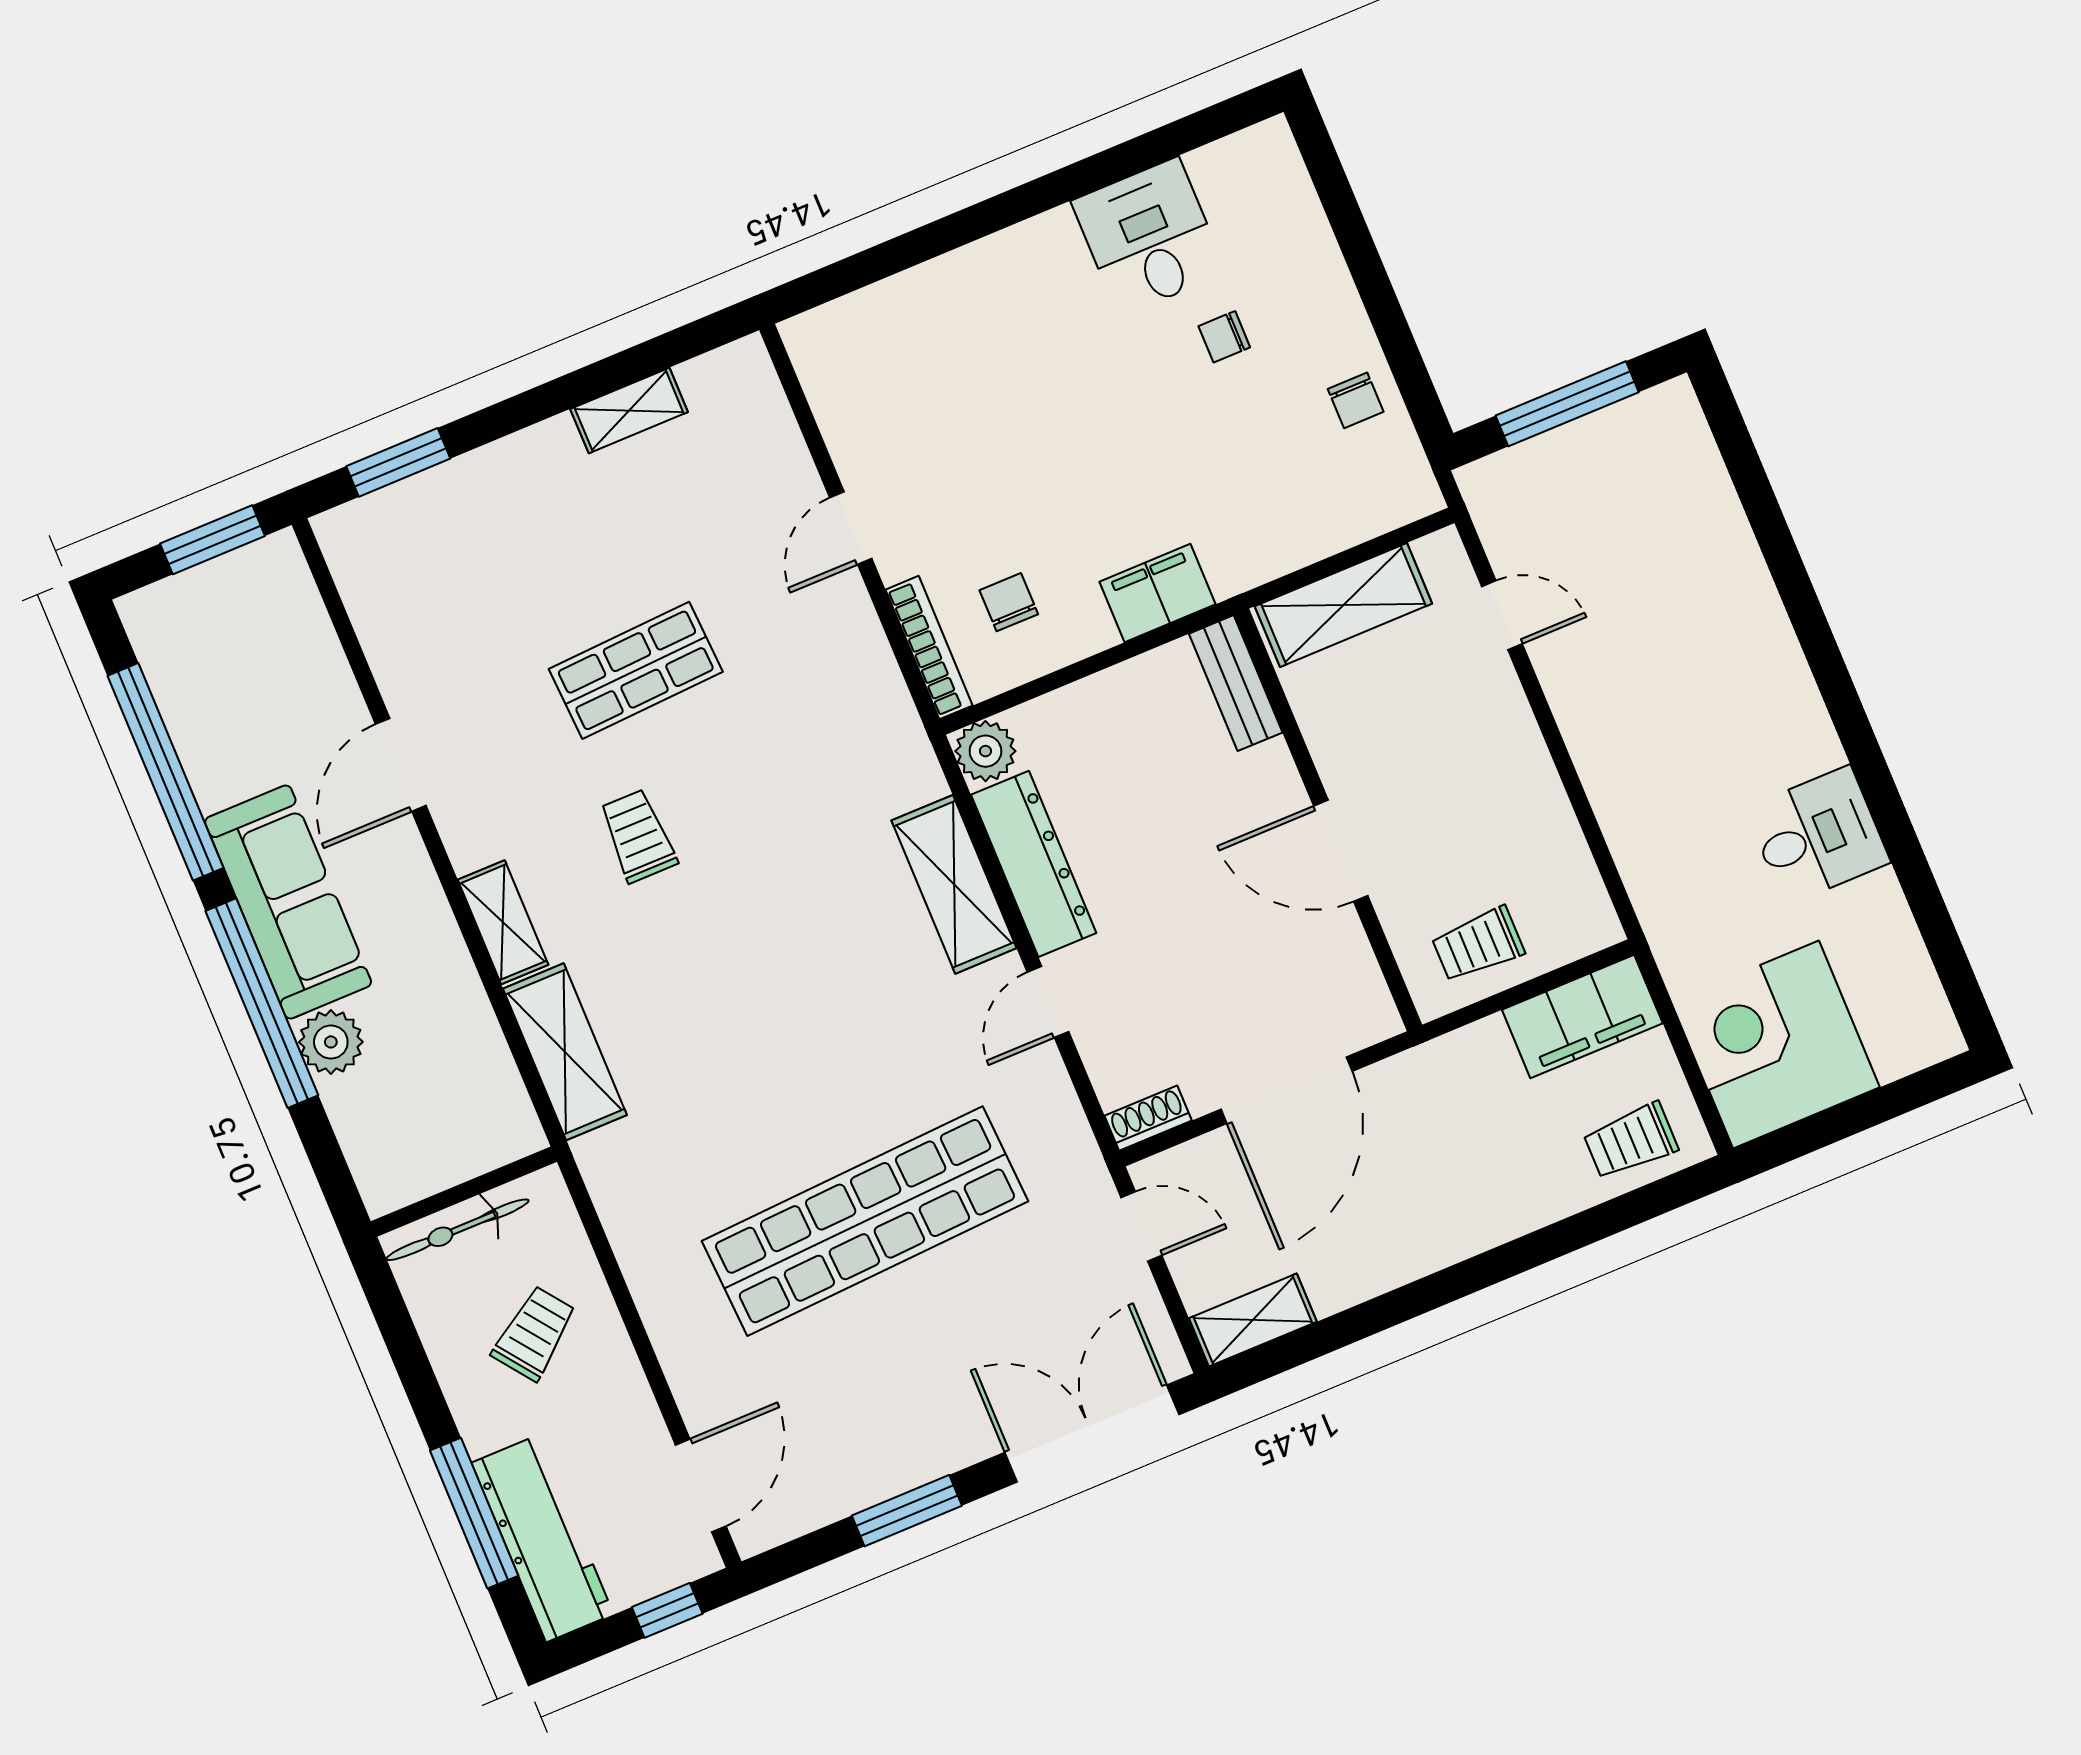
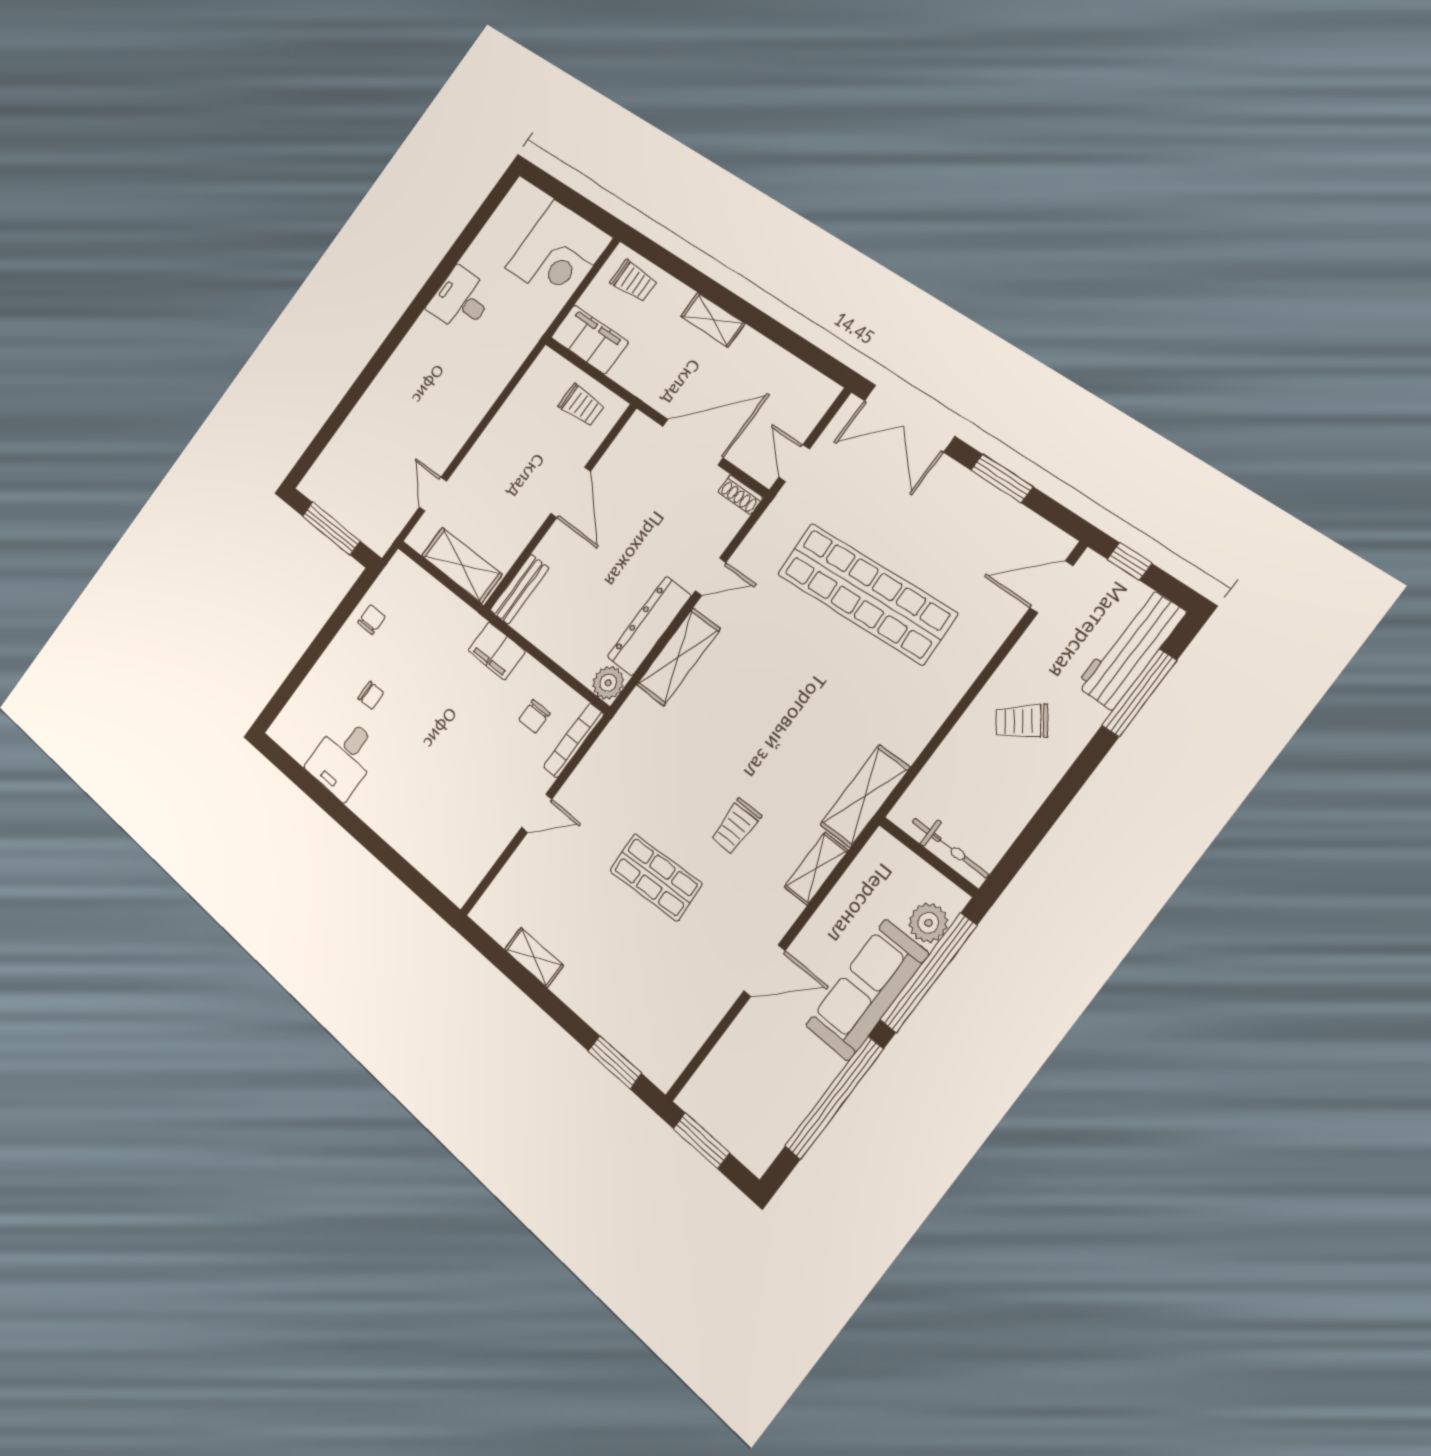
wall: (464, 1192) -> (928, 857), moved
bicycle: (458, 1230) -> (950, 848), moved
shelving: (1253, 1320) -> (713, 320), moved

